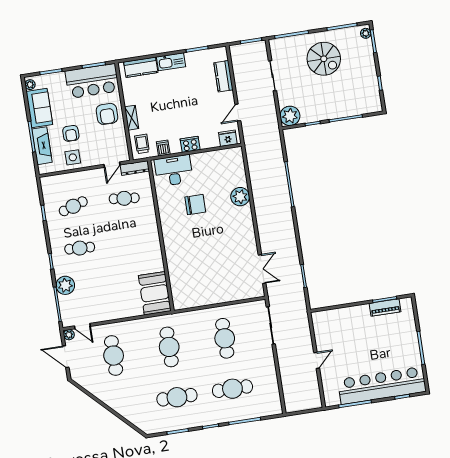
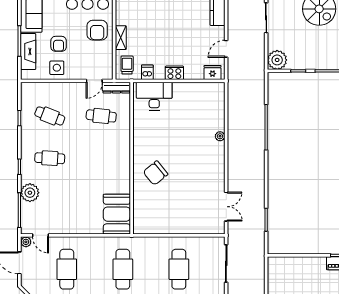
plant: (240, 197) -> (220, 136), width x0.53, depth x0.53
chair: (195, 205) -> (155, 173), moved, turned 141
cafe table: (73, 206) -> (50, 116), turned 39

